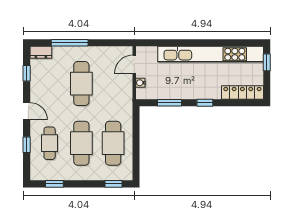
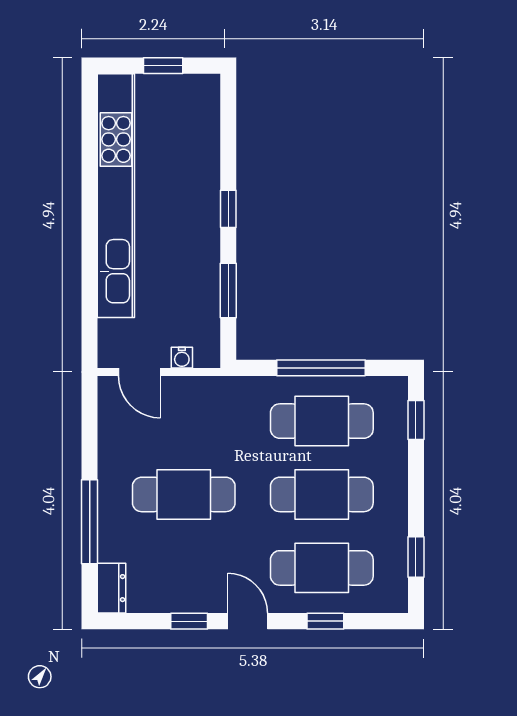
window: (267, 62) -> (163, 66), moved
window: (27, 73) -> (189, 621), moved
locker: (242, 92) -> (204, 122), removed
door: (27, 111) -> (248, 621), hinge flipped
cafe table: (50, 143) -> (322, 568), width x1.37, depth x1.35
window: (136, 143) -> (321, 368), added

